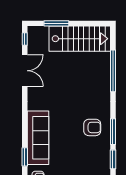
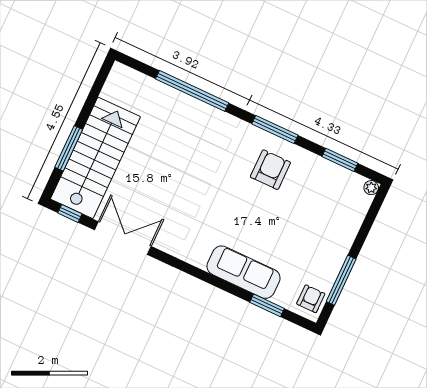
stairs: (80, 39) -> (95, 158), moved
window: (113, 132) -> (275, 129), moved
sofa: (38, 138) -> (244, 272), width x0.74, depth x0.79

